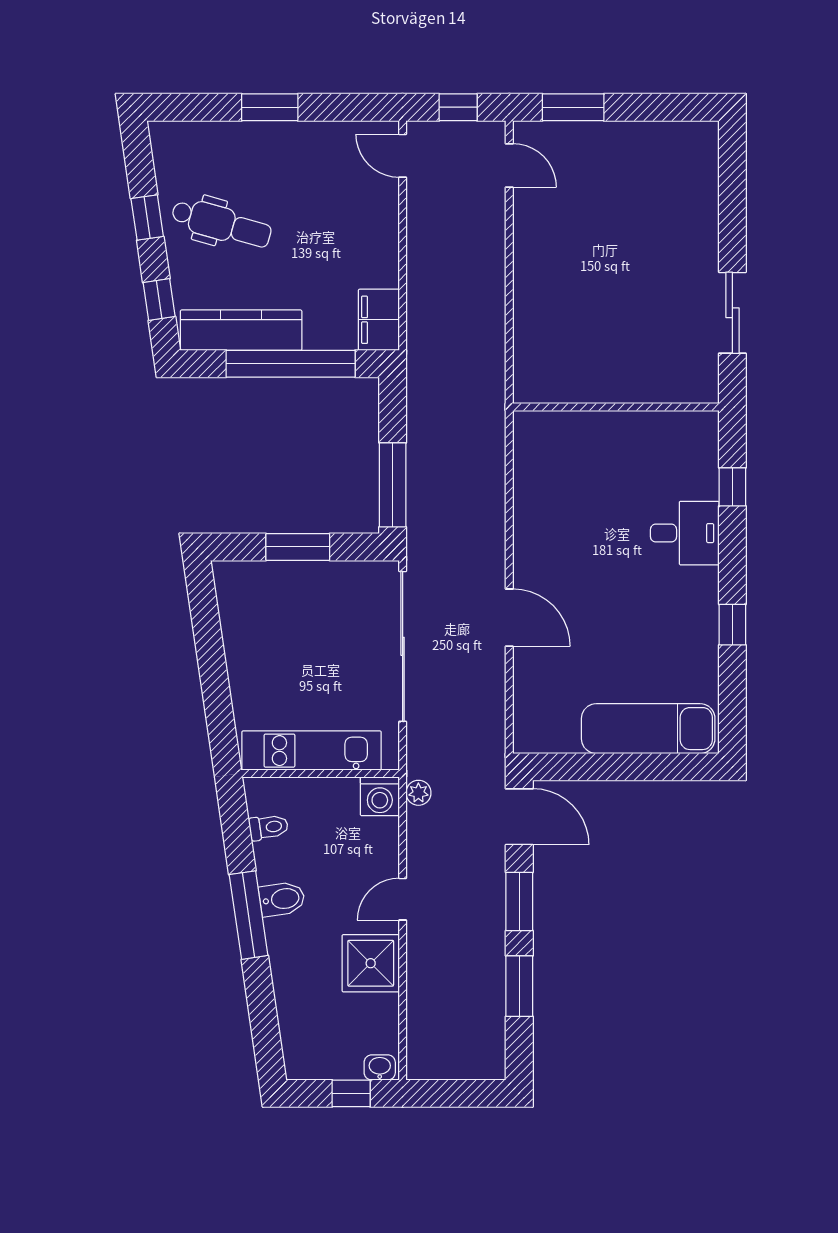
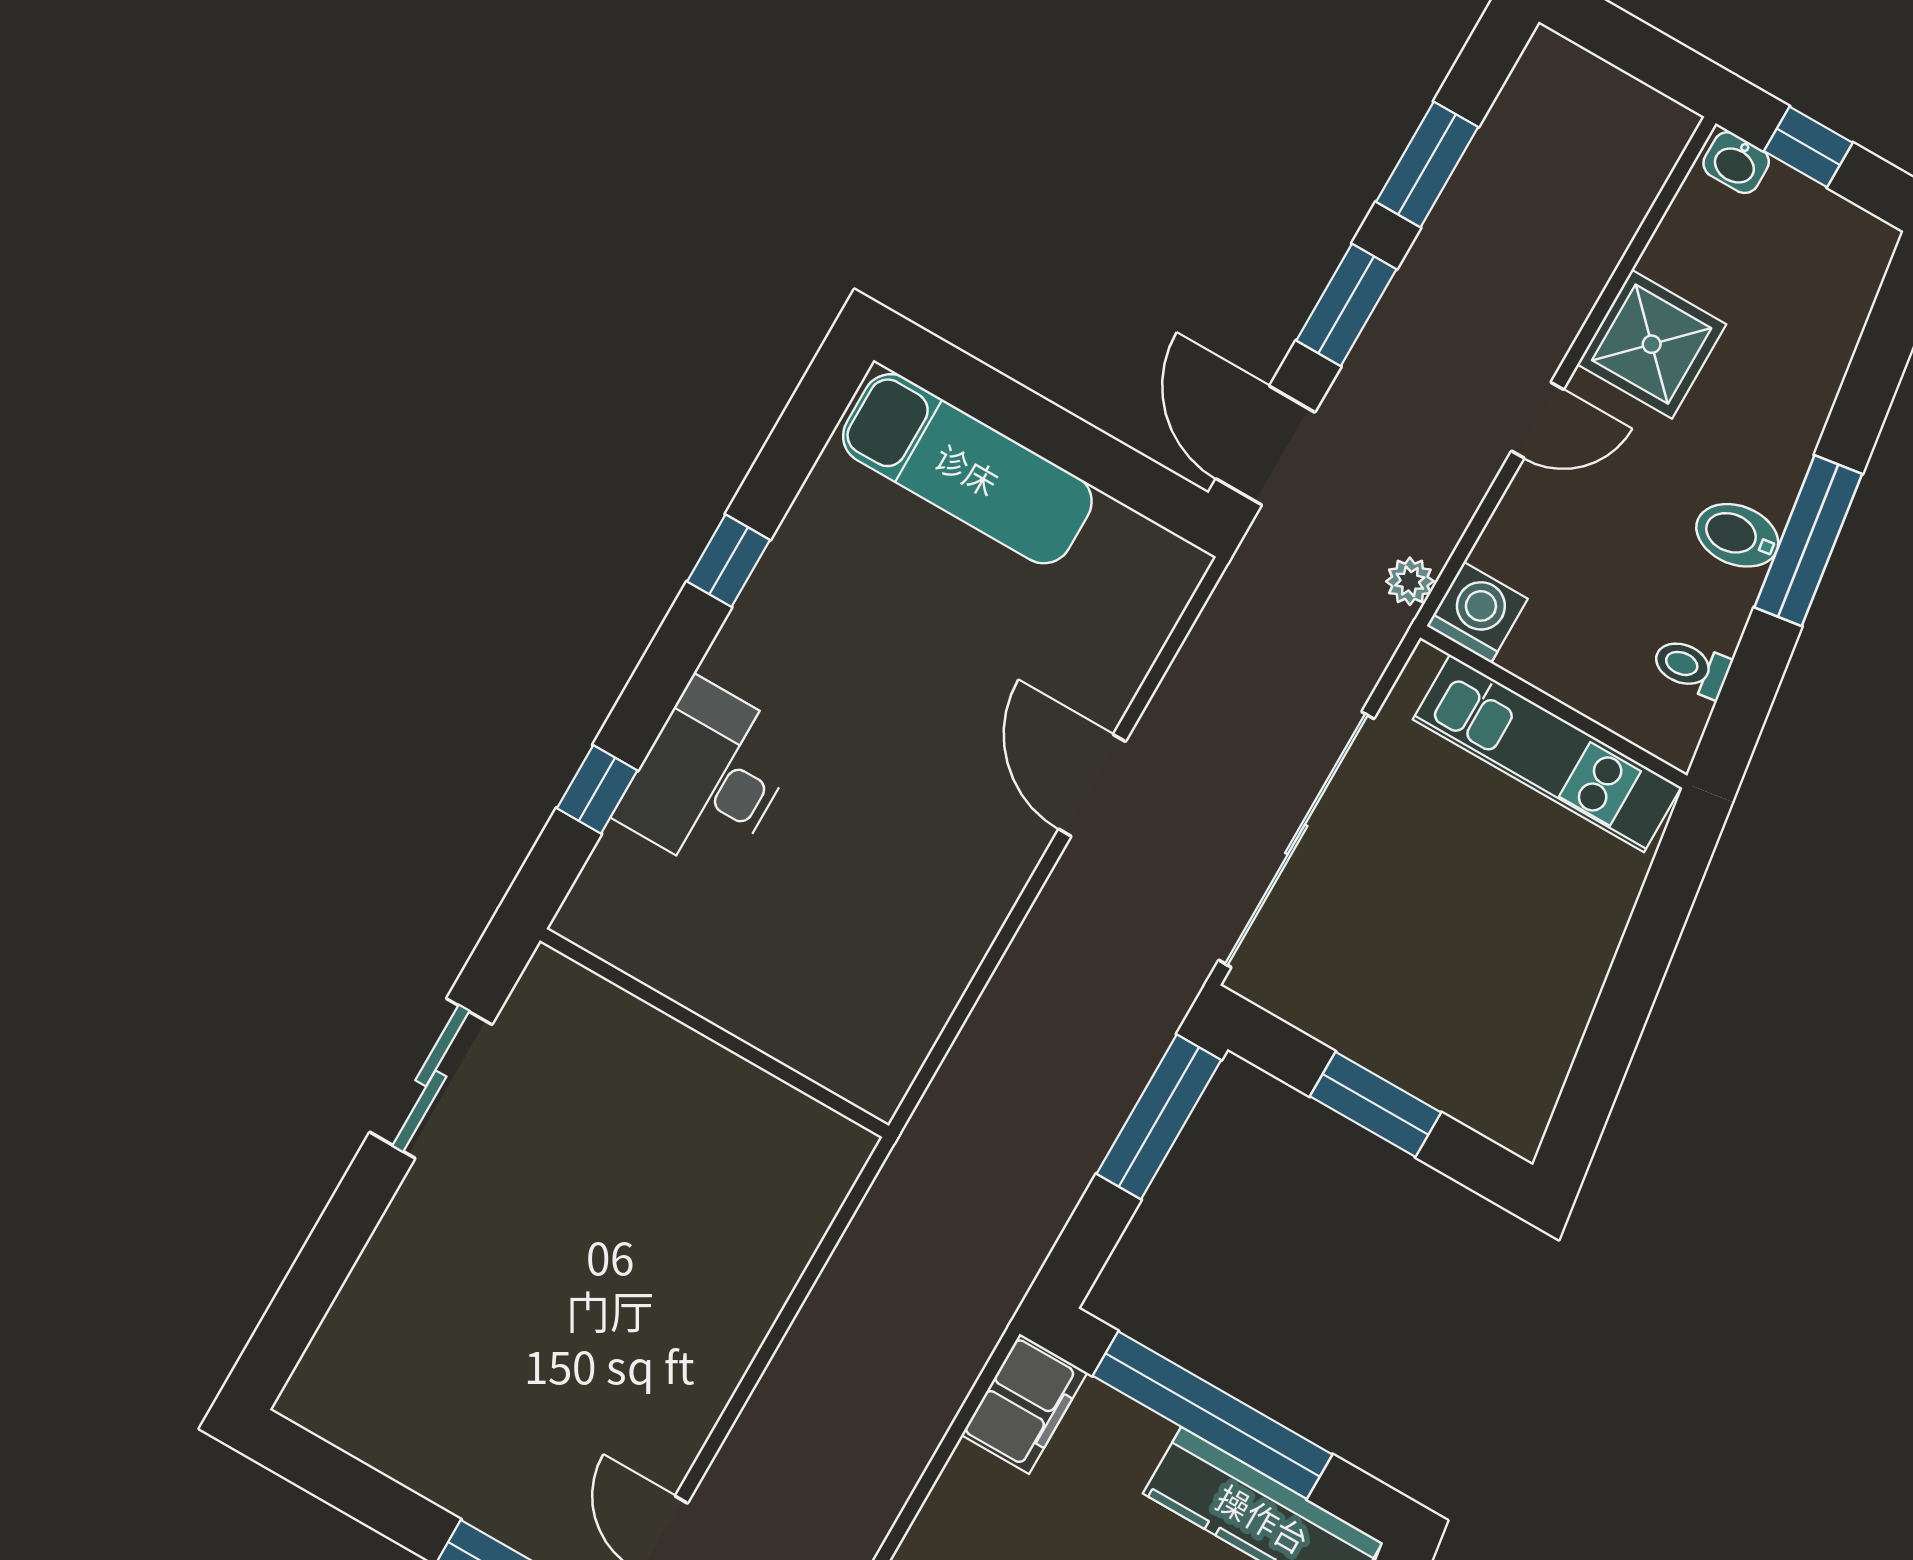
desk: (685, 533) -> (709, 778), width x1.37

